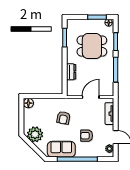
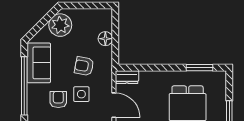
dresser: (71, 72) -> (127, 77), moved
floor lamp: (28, 103) -> (105, 39), moved
side table: (83, 120) -> (81, 94), added

